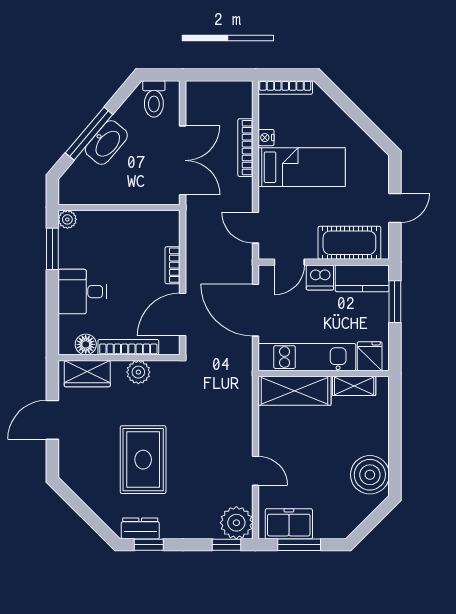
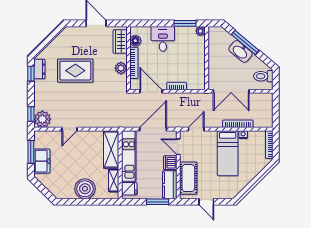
boiler: (370, 475) -> (85, 189), moved
freezer: (289, 524) -> (42, 161), moved

